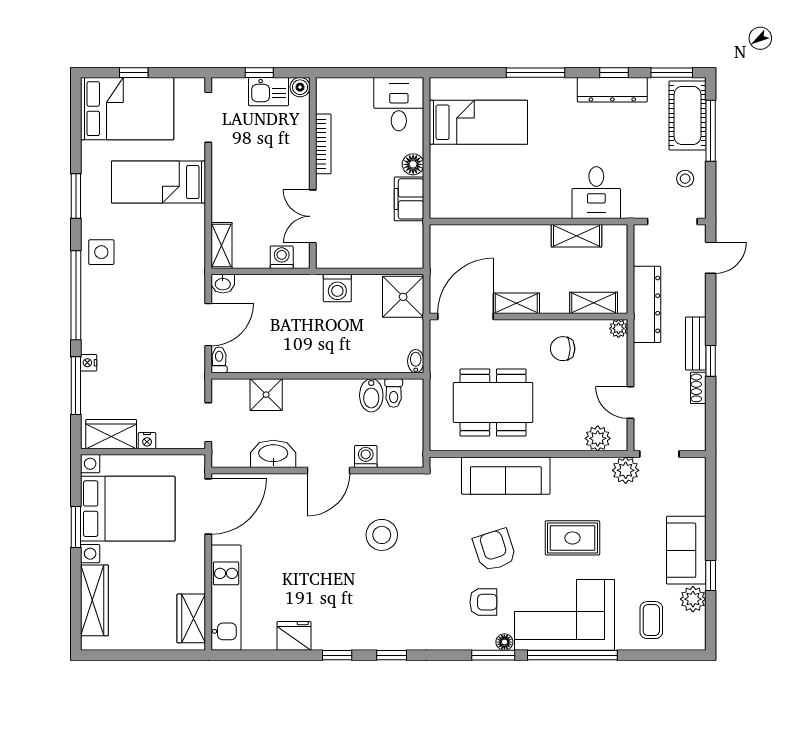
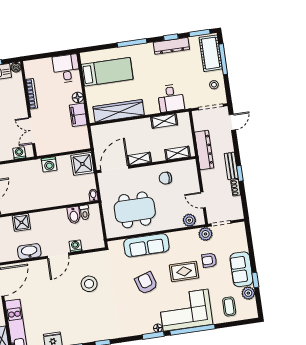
wardrobe: (490, 203) -> (119, 111), added
plant: (618, 328) -> (192, 164), removed
armchair: (483, 602) -> (209, 260), moved, turned 180

